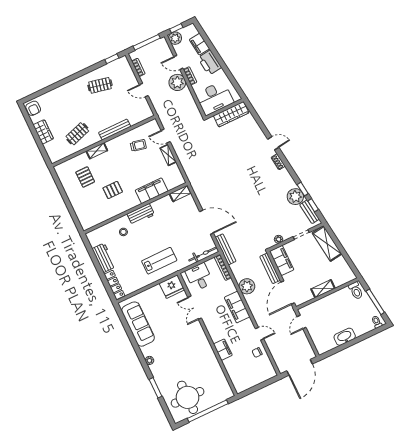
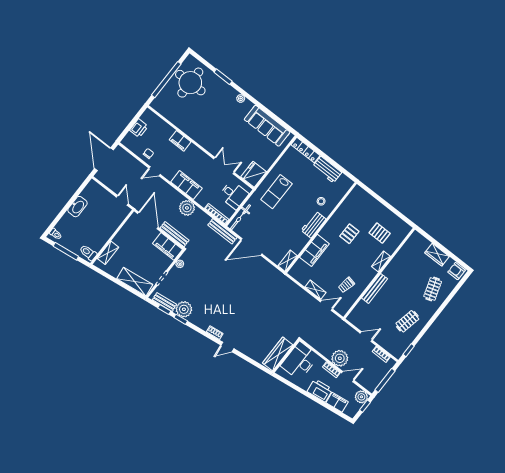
clothes rail: (77, 134) -> (433, 289), moved
shelving: (323, 289) -> (108, 253), moved
printer: (254, 380) -> (139, 128), added

